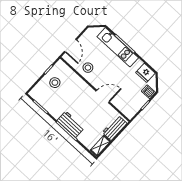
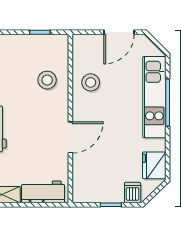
door: (70, 46) -> (119, 32), moved
stool: (55, 83) -> (47, 80), moved
door: (103, 96) -> (70, 137), hinge flipped

